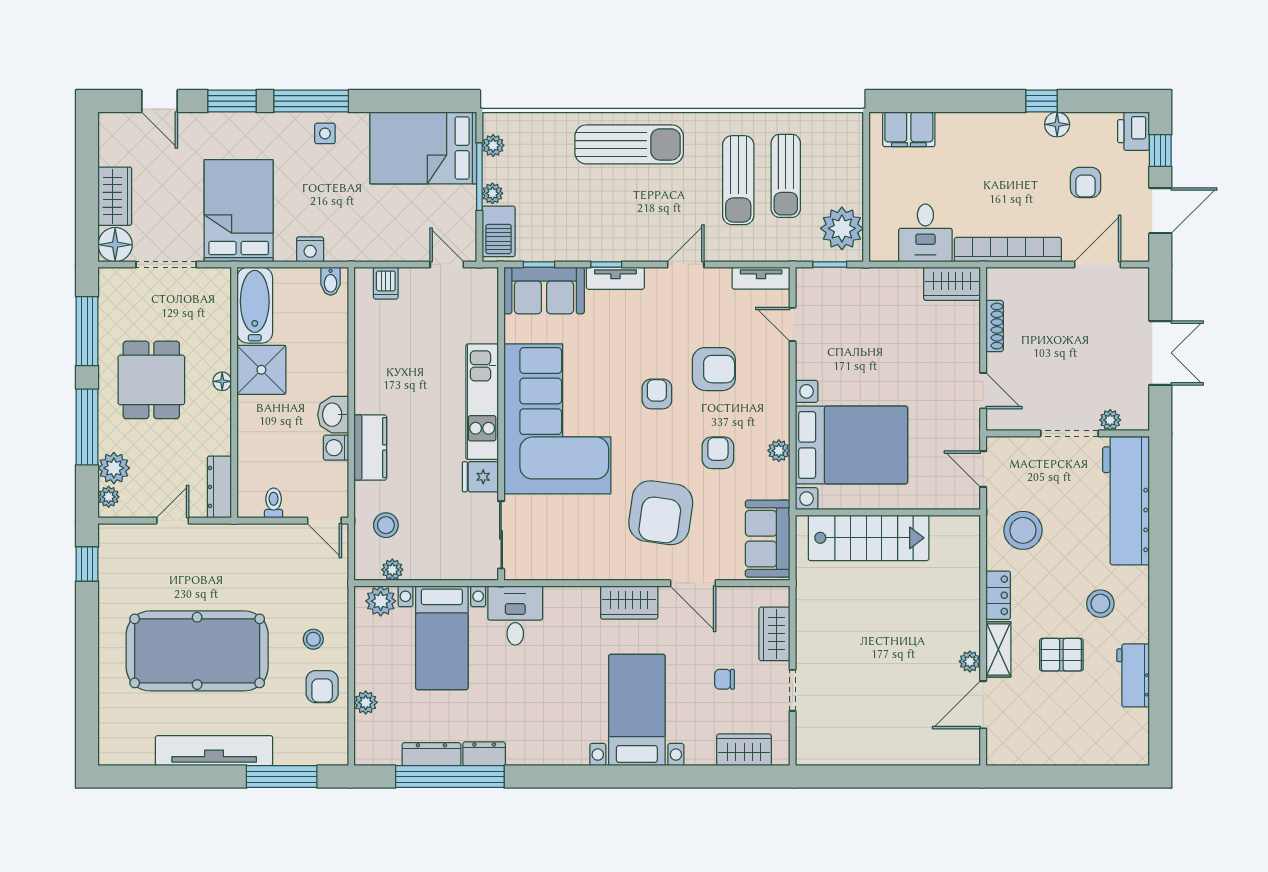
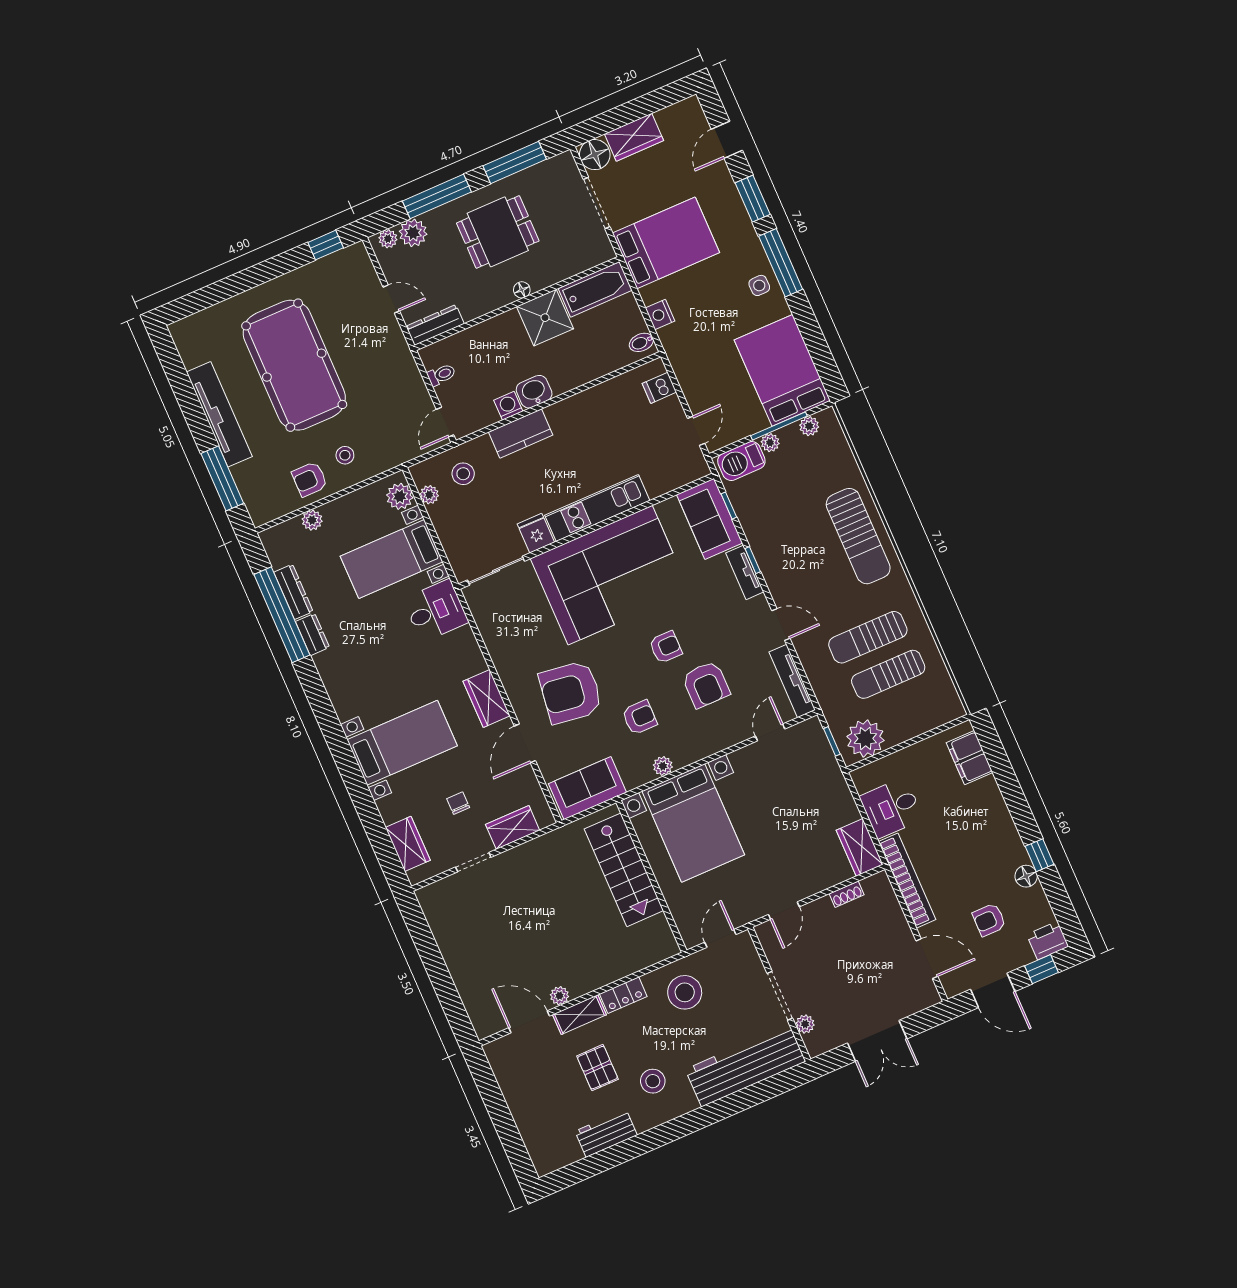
tv unit: (761, 278) -> (792, 681), width x1.41
shoe rack: (995, 326) -> (847, 894), width x0.70

